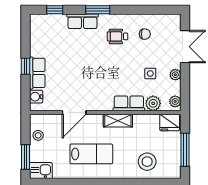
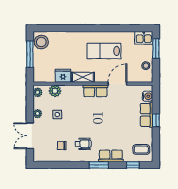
coffee table: (44, 29) -> (141, 150), added
row of seats: (129, 103) -> (95, 91), moved
fridge: (170, 123) -> (63, 76), moved
stool: (147, 162) -> (41, 42), moved

